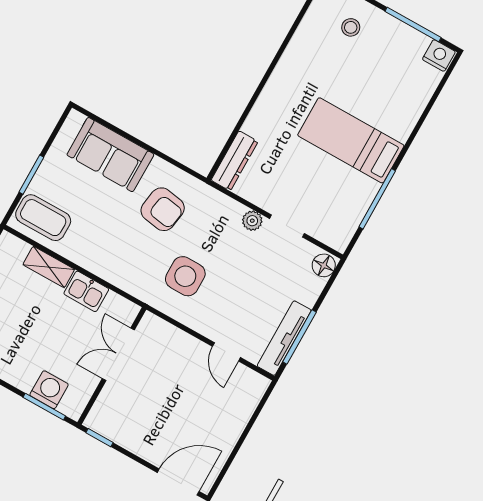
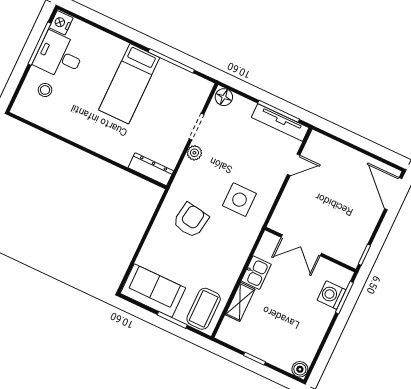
desk: (395, 50) -> (59, 56), added
sofa: (110, 155) -> (153, 291), moved, turned -90

